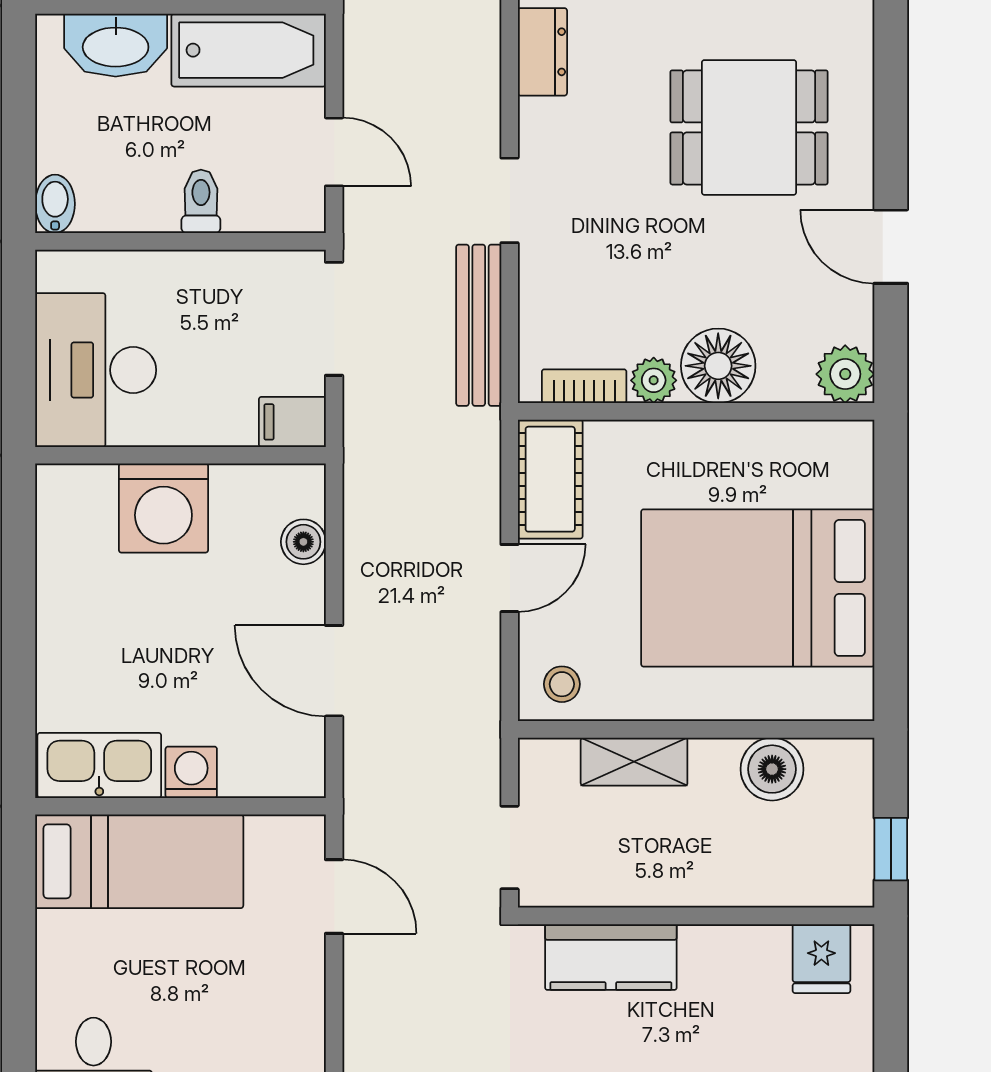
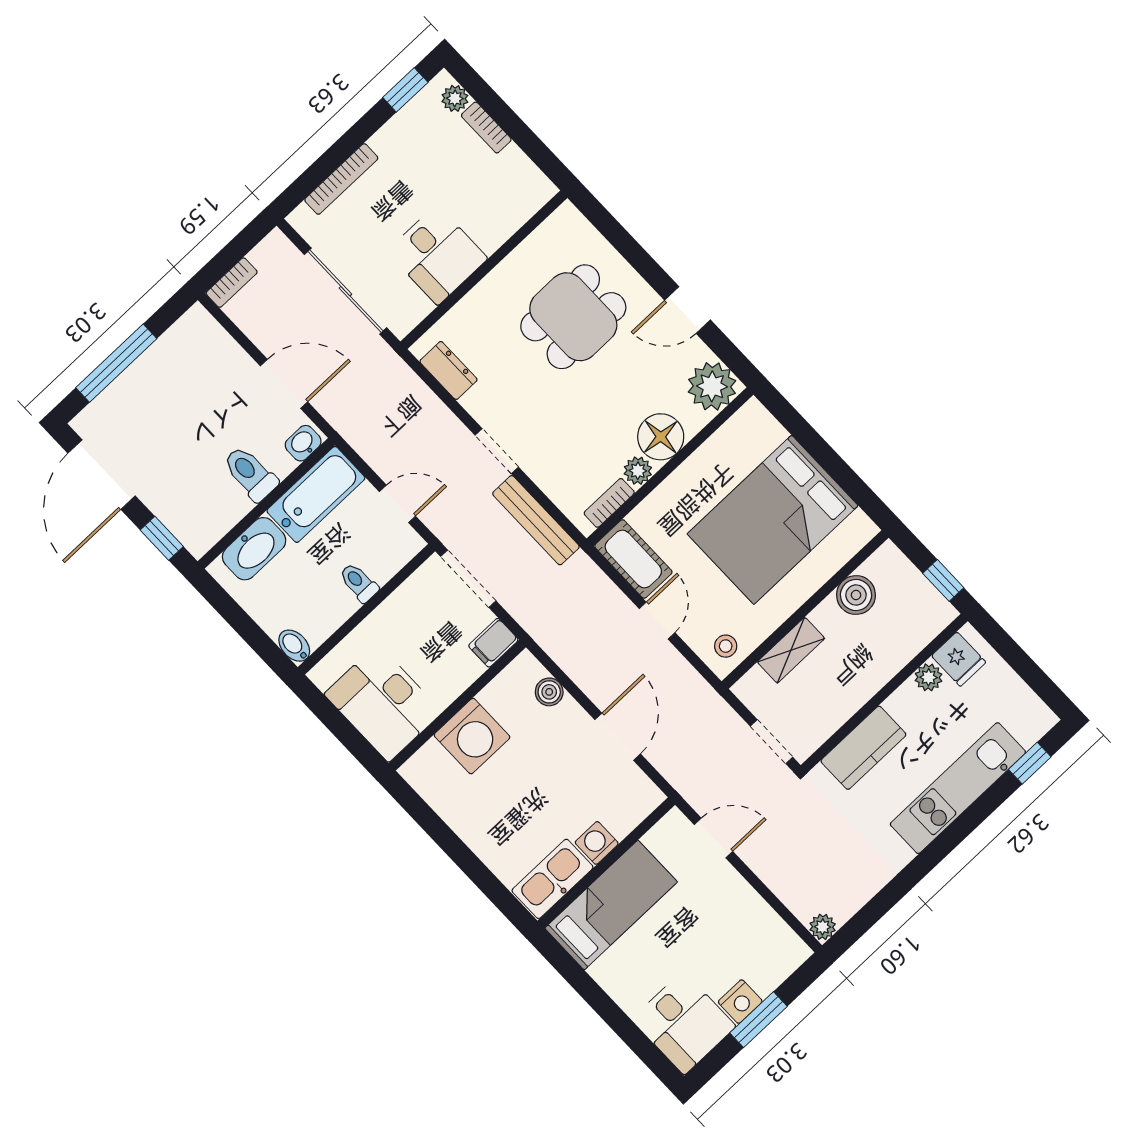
plant: (845, 374) -> (712, 386), width x1.36, depth x1.36
door: (334, 671) -> (618, 737), swing flipped
plant: (766, 947) -> (929, 677), added

